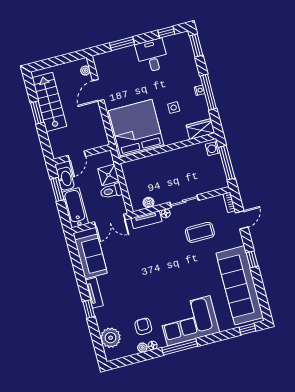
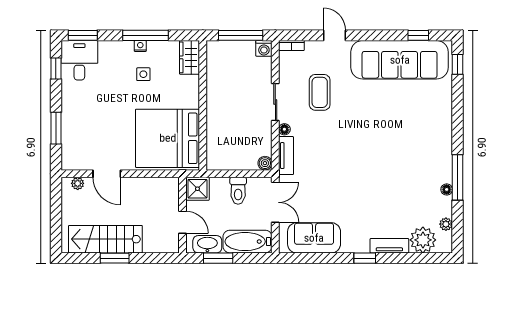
desk: (152, 56) -> (79, 60), moved, turned 90
side table: (174, 108) -> (143, 74), moved
washing machine: (213, 149) -> (264, 48), moved
shower: (108, 175) -> (197, 189), moved
boiler: (148, 202) -> (265, 163), moved
door: (242, 220) -> (334, 35), moved
window: (252, 259) -> (418, 35), moved
tv unit: (94, 293) -> (389, 246), moved
window: (89, 309) -> (365, 258), moved
corner sofa: (189, 321) -> (427, 136), removed
armchair: (143, 326) -> (420, 195), removed
window: (180, 347) -> (457, 177), moved
plant: (142, 348) -> (446, 224), moved

